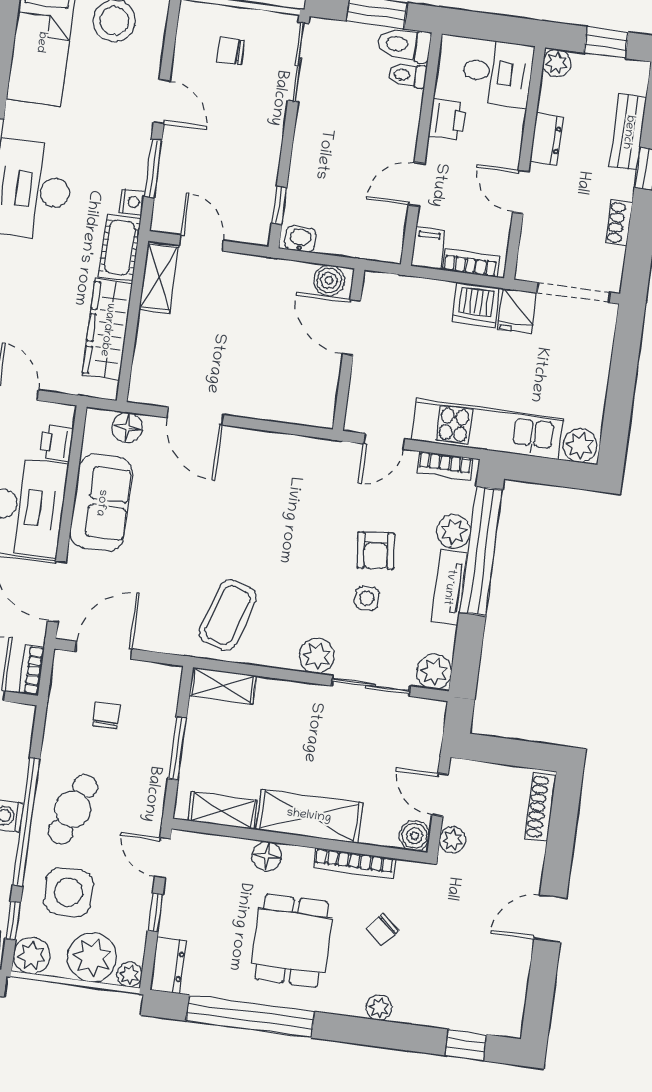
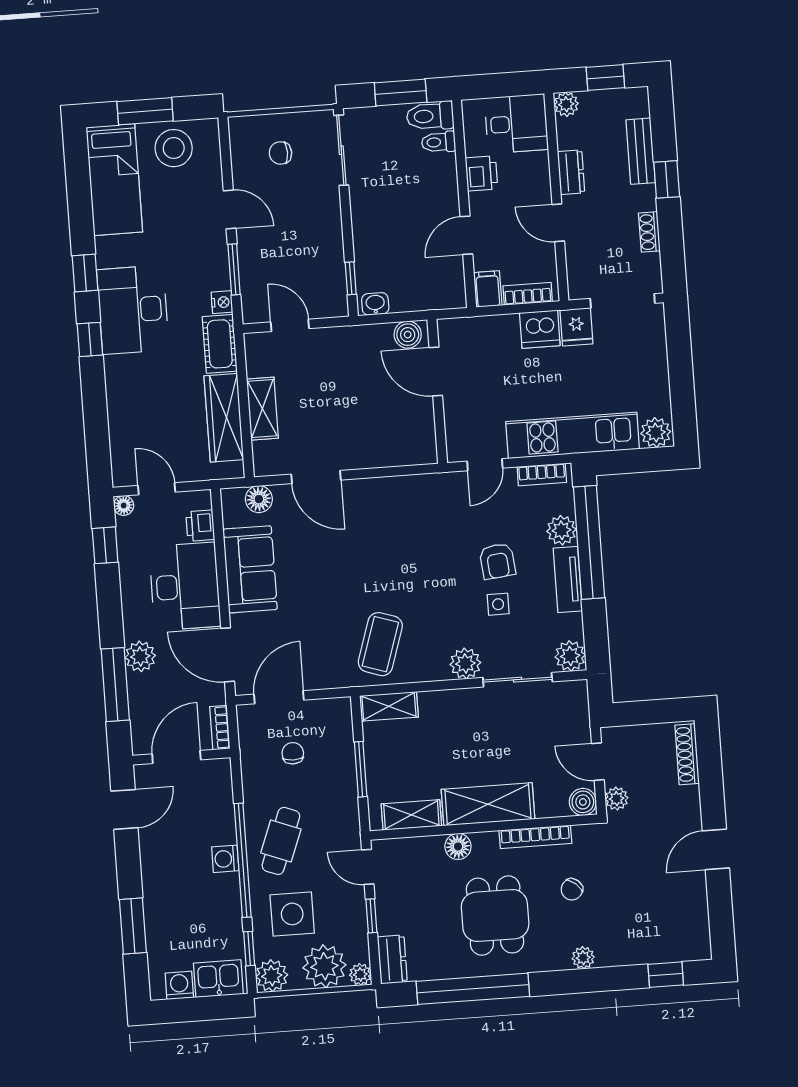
shelving: (159, 277) -> (262, 409), moved

